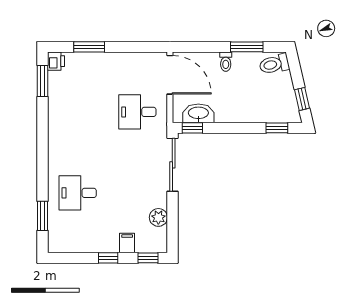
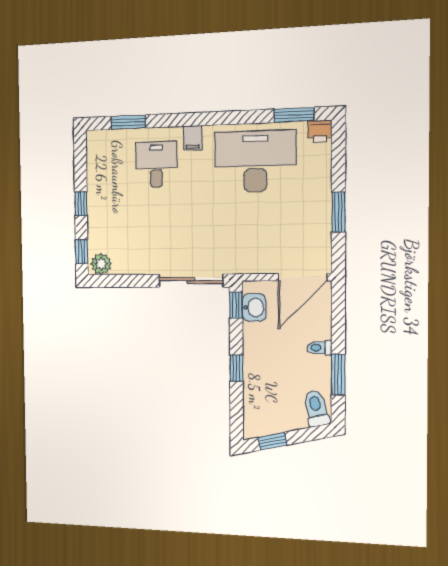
window: (89, 47) -> (338, 212), moved
desk: (137, 112) -> (255, 161), moved, width x1.87, depth x1.30
washbasin: (198, 113) -> (254, 307), width x0.72
window: (277, 128) -> (236, 368), moved
plant: (158, 217) -> (101, 264), moved
filing cabinet: (127, 243) -> (192, 138), moved, turned 90

